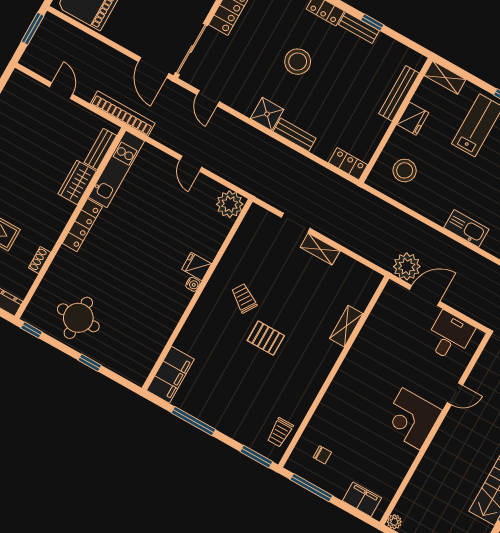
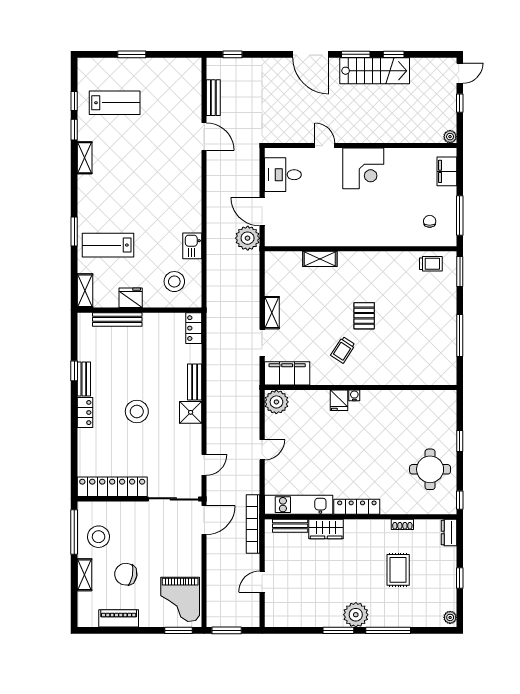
kitchen sink: (466, 228) -> (192, 246), moved, width x0.73
filing cabinet: (170, 375) -> (287, 373), moved

